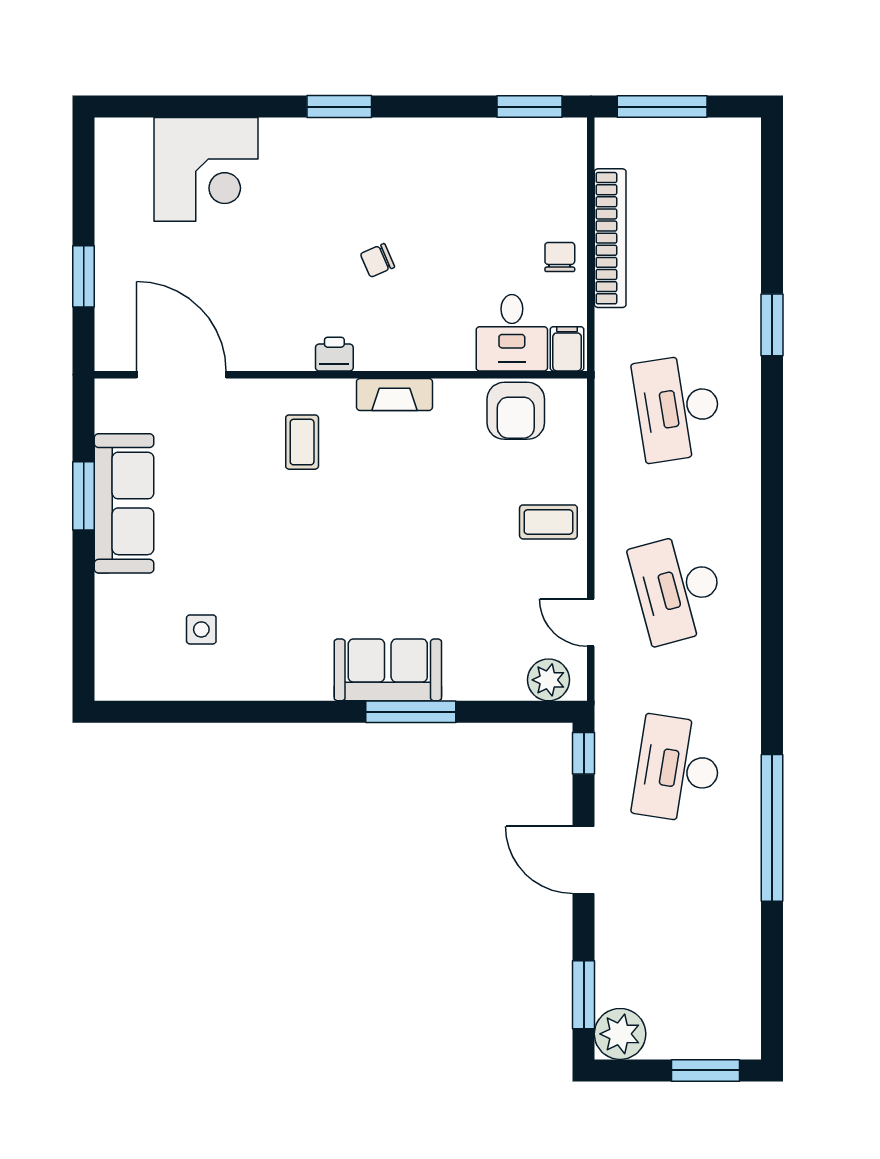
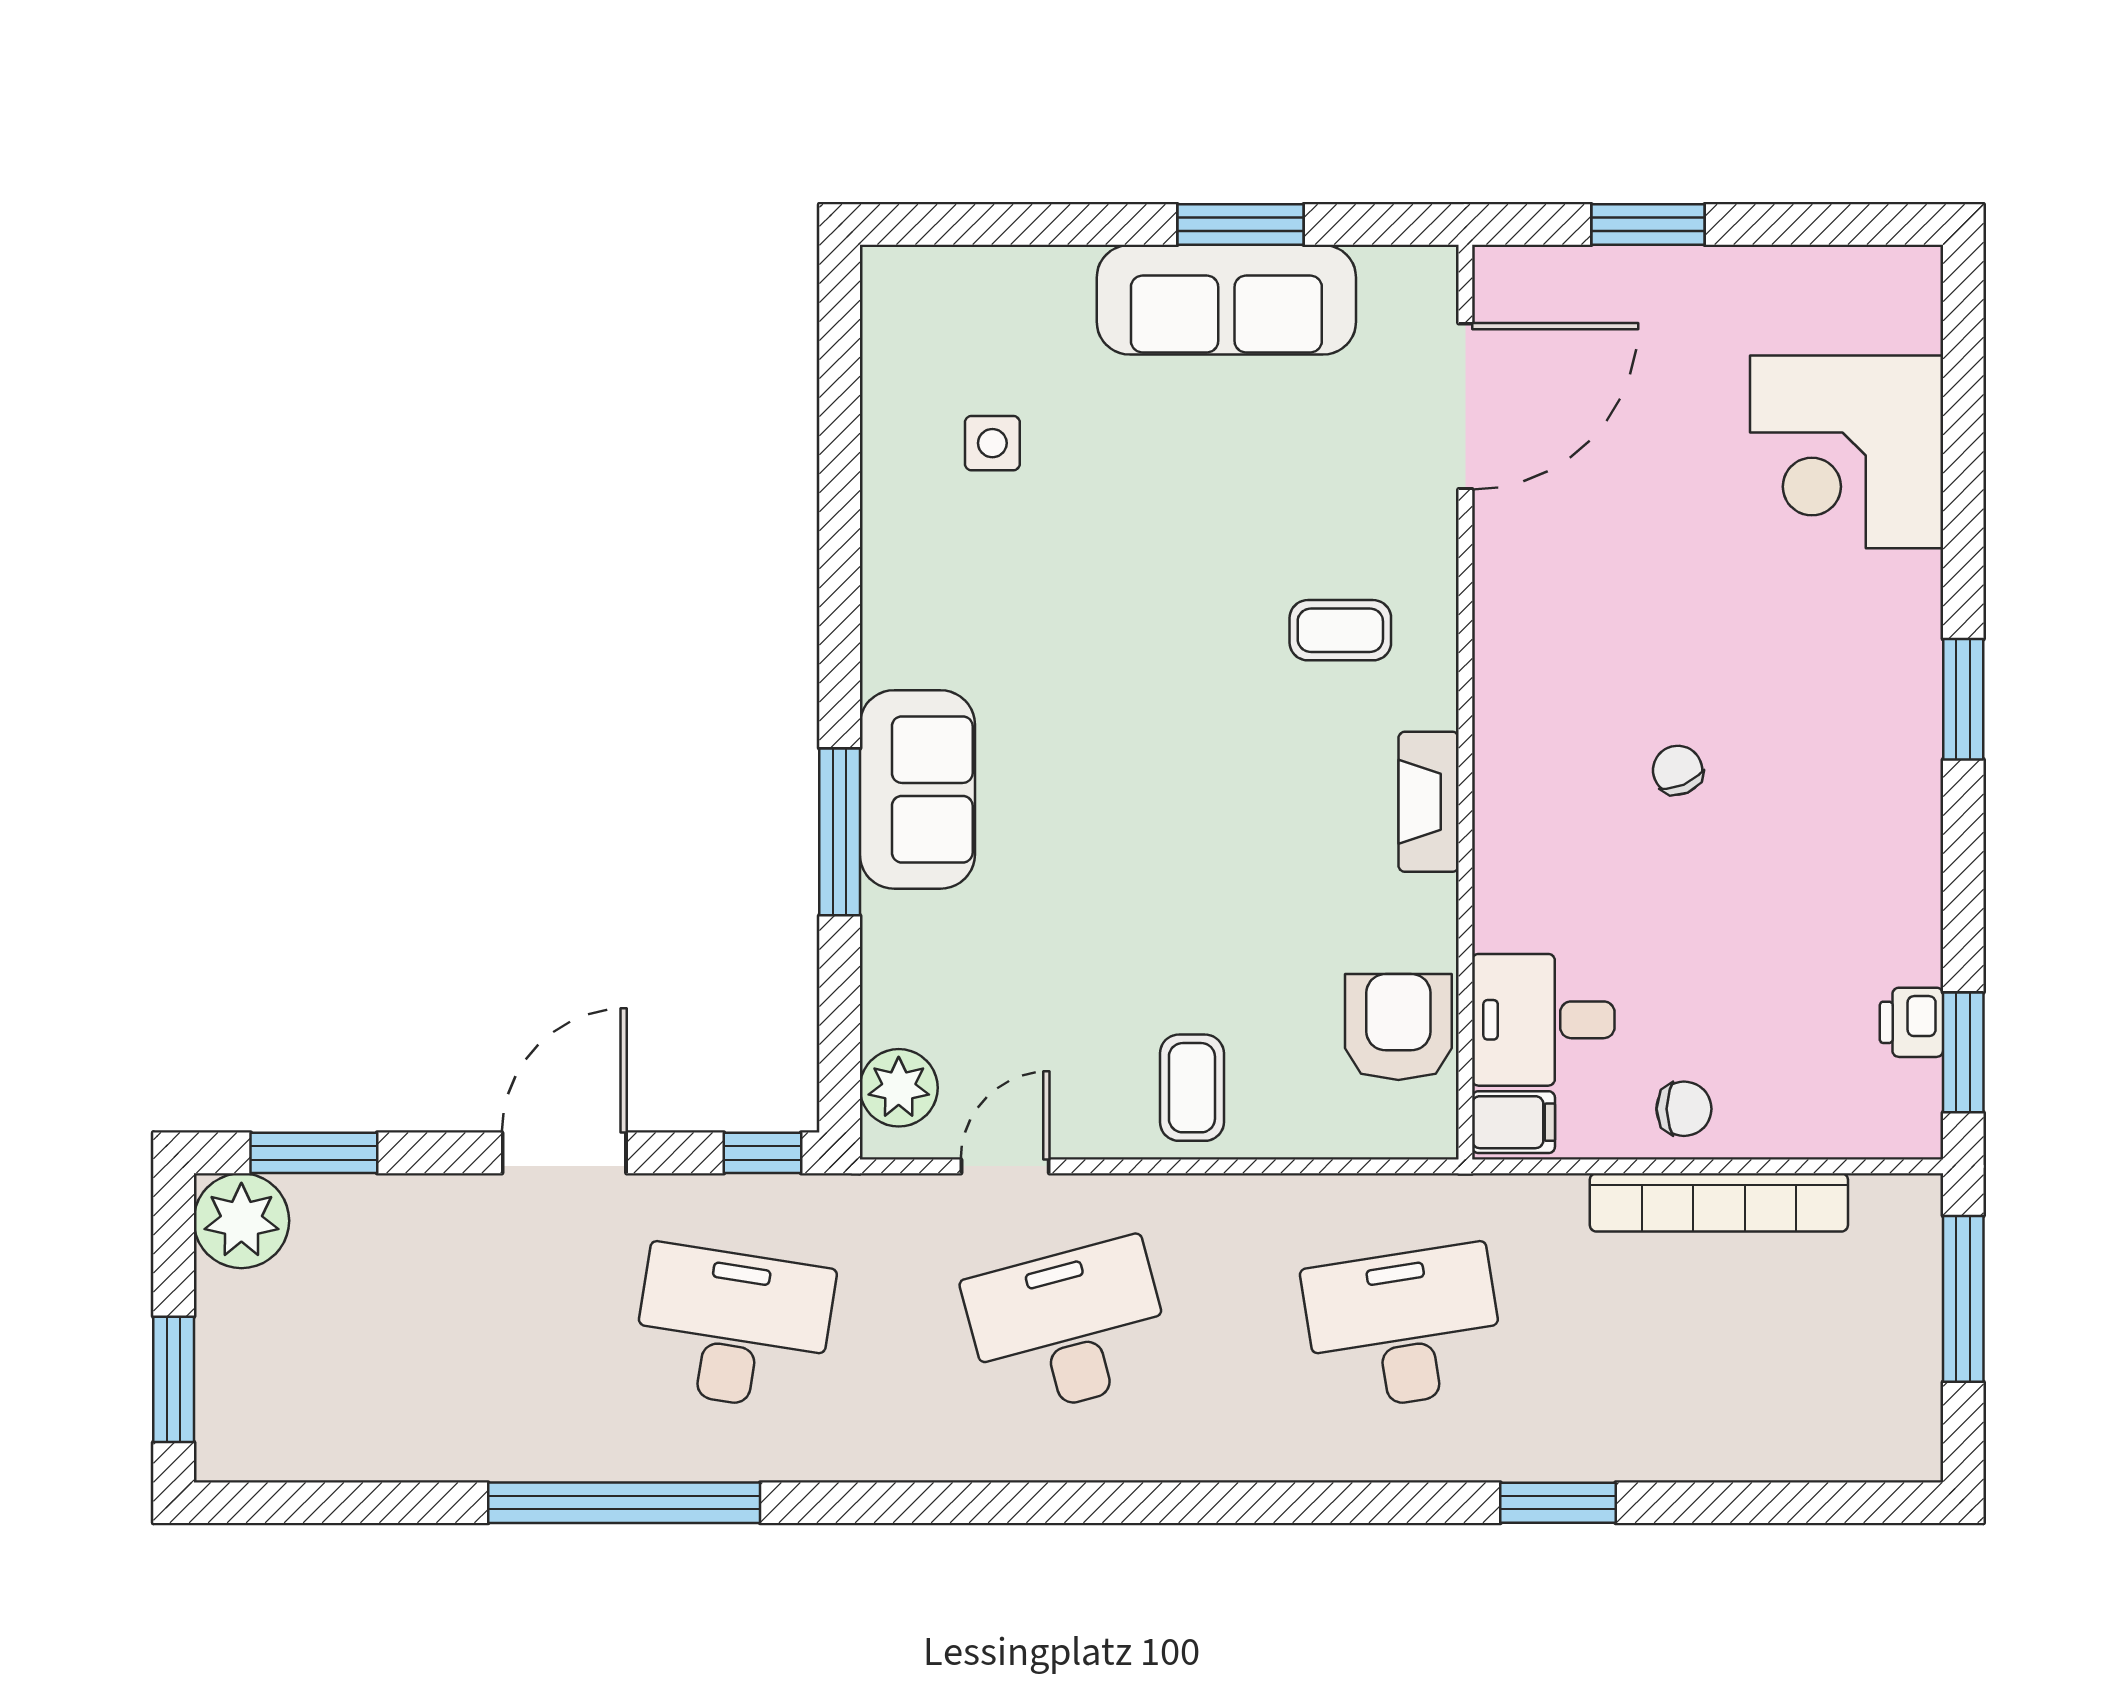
printer: (334, 354) -> (1911, 1022), moved, turned 180
armchair: (516, 411) -> (1398, 1027), turned 90

